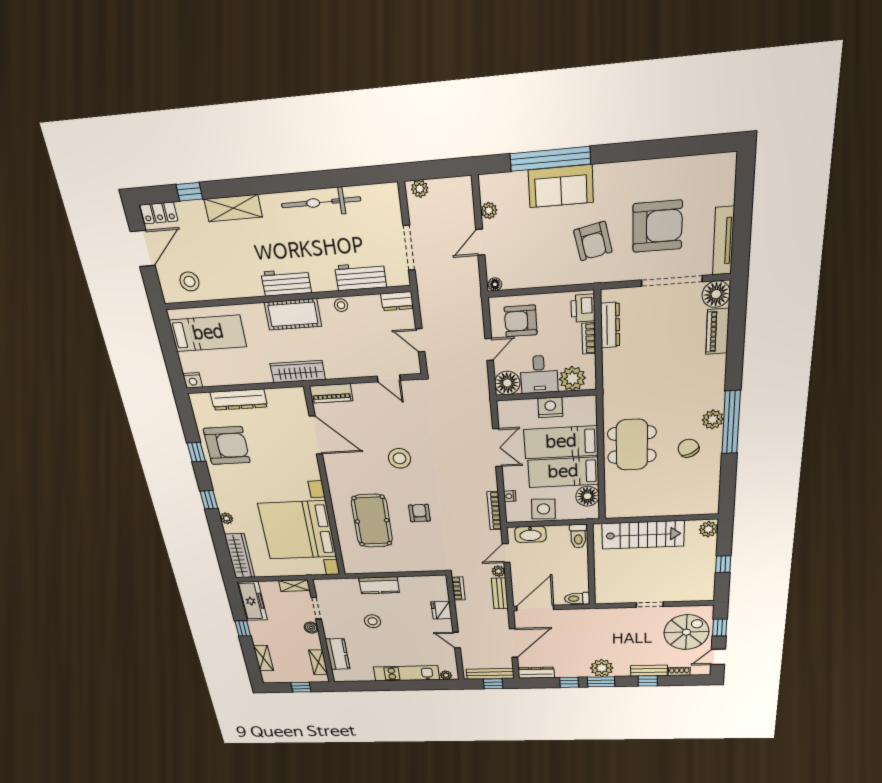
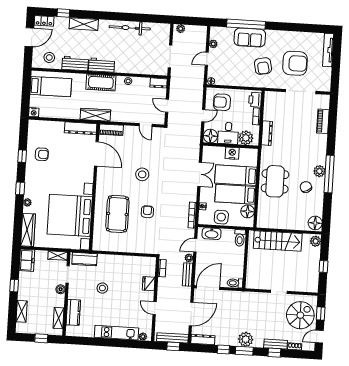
tv unit: (723, 241) -> (328, 50), moved
workbench: (361, 276) -> (75, 63), moved
floor lamp: (716, 294) -> (315, 223), moved
dresser: (610, 325) -> (267, 133), moved
dresser: (239, 400) -> (81, 128), moved
armchair: (227, 446) -> (42, 154), width x0.53, depth x0.53
kitchen counter: (379, 585) -> (84, 259), moved
freezer: (252, 601) -> (27, 260), width x0.71

